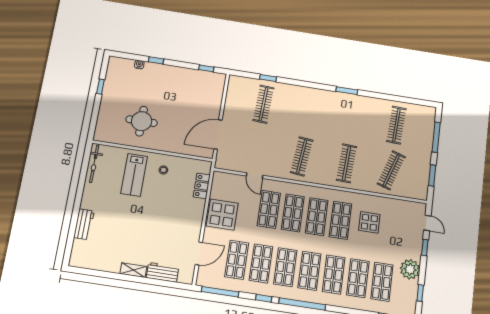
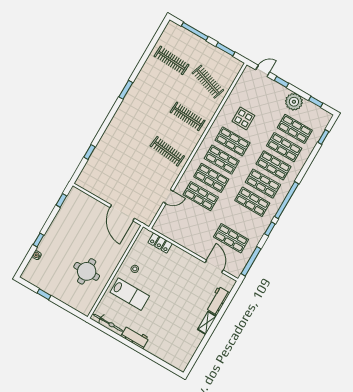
clothes rail: (263, 104) -> (111, 165), removed
display table: (222, 215) -> (190, 236), removed
workbench: (84, 224) -> (135, 337), moved
shop shelf: (261, 263) -> (242, 220), removed

